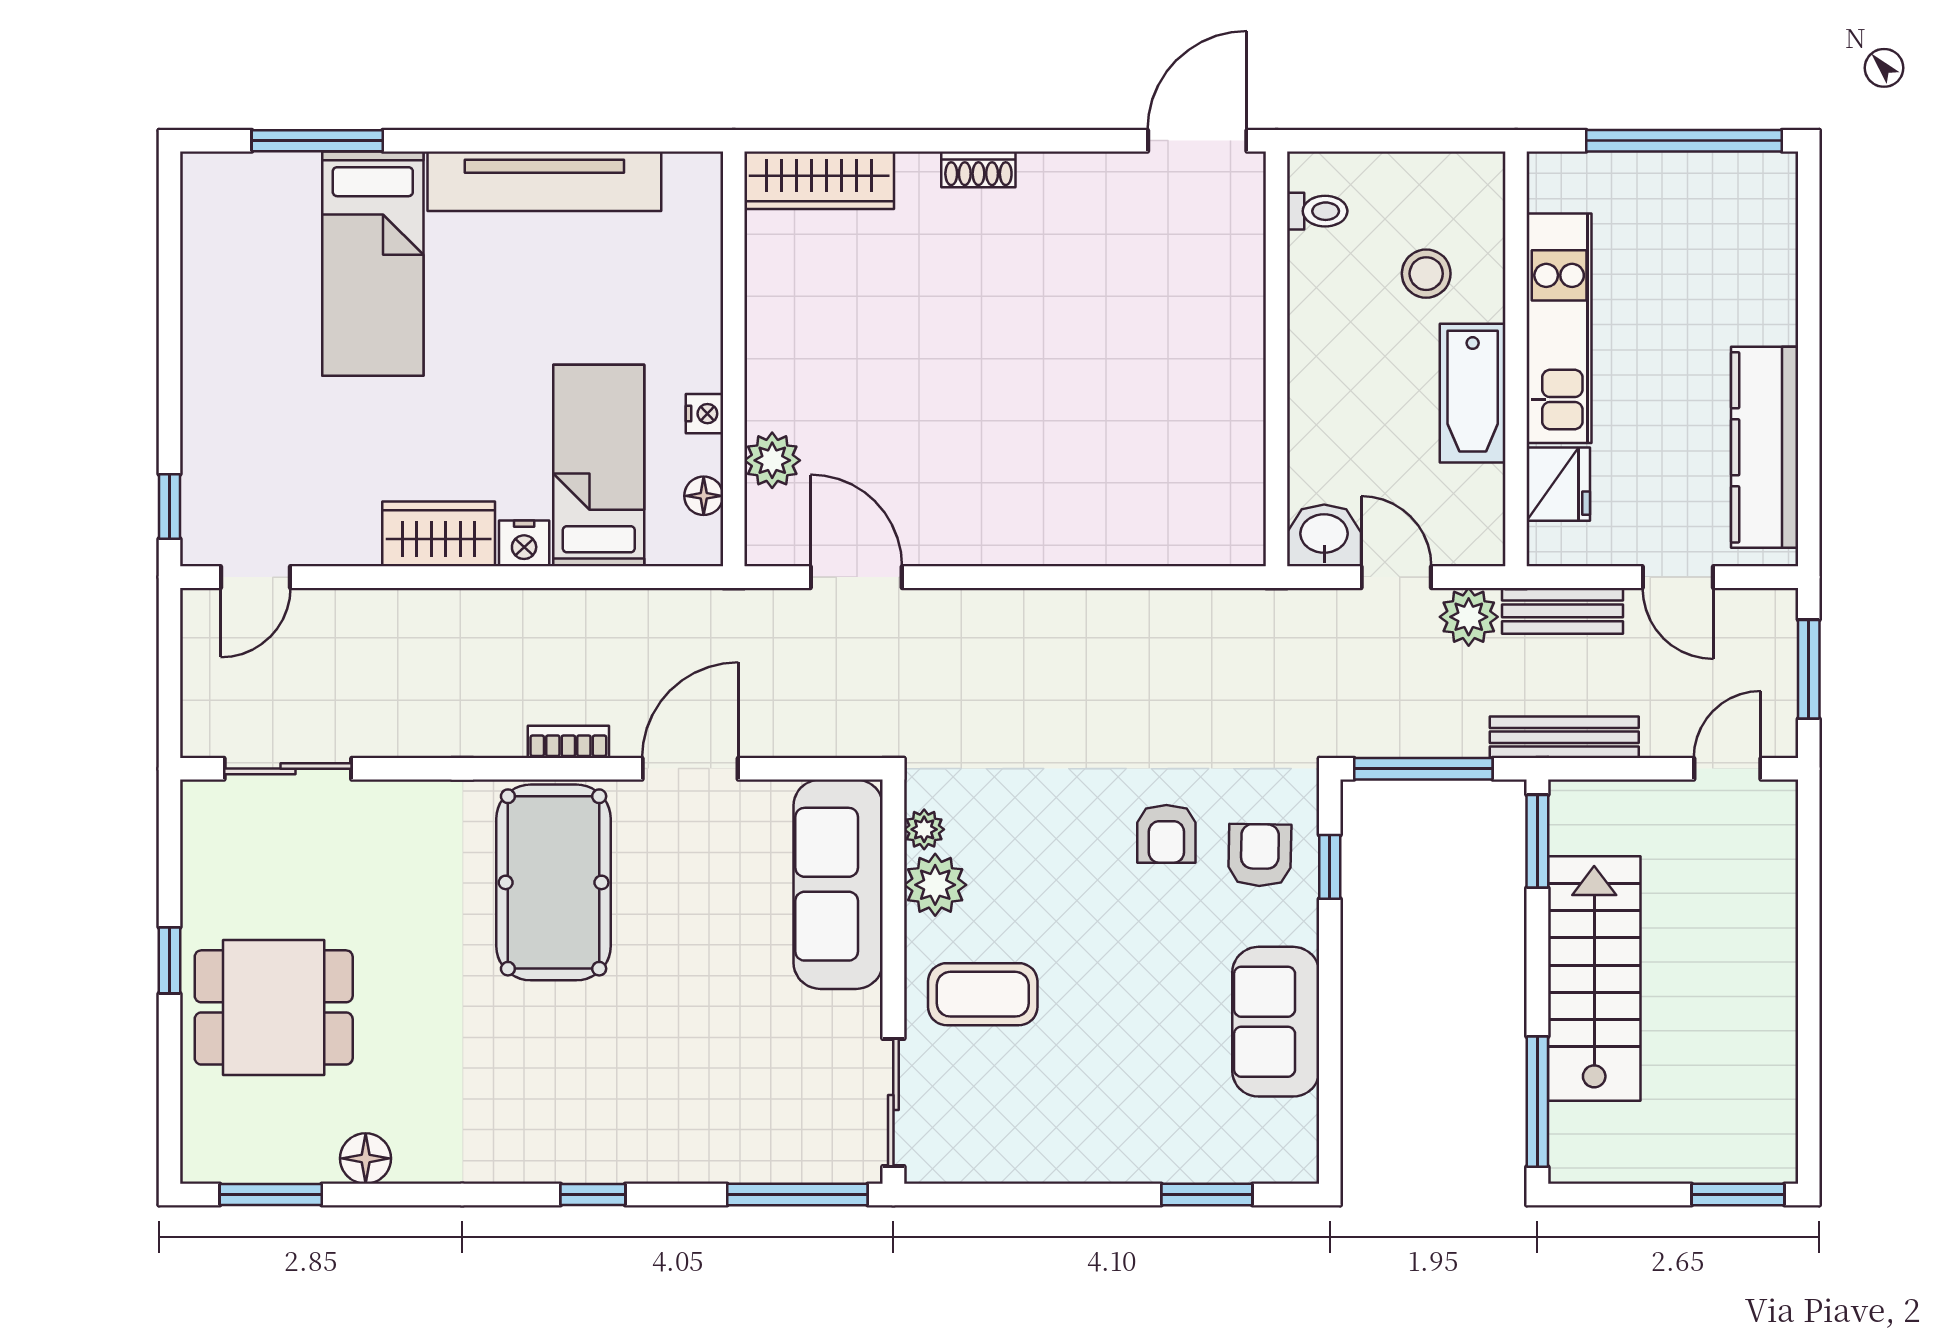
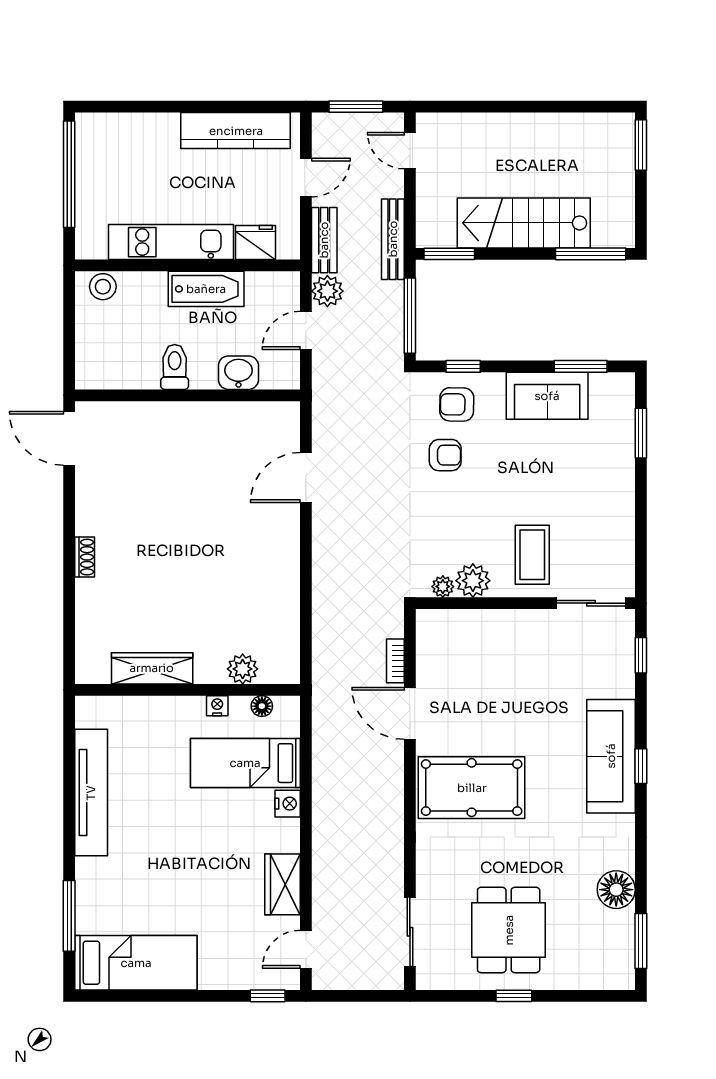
wardrobe: (819, 180) -> (152, 668), moved, turned -90
toilet: (1317, 211) -> (175, 367), moved, width x1.37, depth x1.39
bed: (373, 264) -> (136, 963), moved
stool: (1426, 274) -> (103, 287), moved
wardrobe: (439, 534) -> (282, 884), moved
washbasin: (1324, 535) -> (238, 373), moved, turned 90
door: (256, 577) -> (306, 949), swing flipped
door: (856, 577) -> (306, 477), moved
bookcase: (568, 742) -> (395, 661), moved
sofa: (838, 884) -> (611, 756), moved, turned 90
dining table: (274, 1007) -> (509, 930), moved
window: (1330, 1083) -> (581, 366), added
floor lamp: (366, 1158) -> (616, 890), width x1.38, depth x1.38
window: (797, 1195) -> (641, 655), width x0.46

